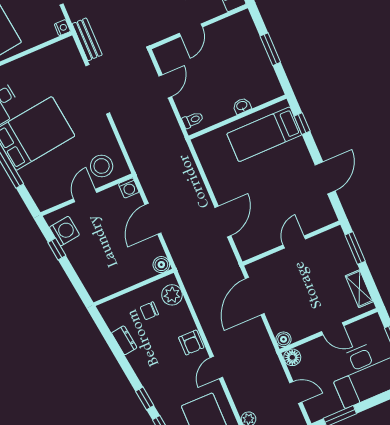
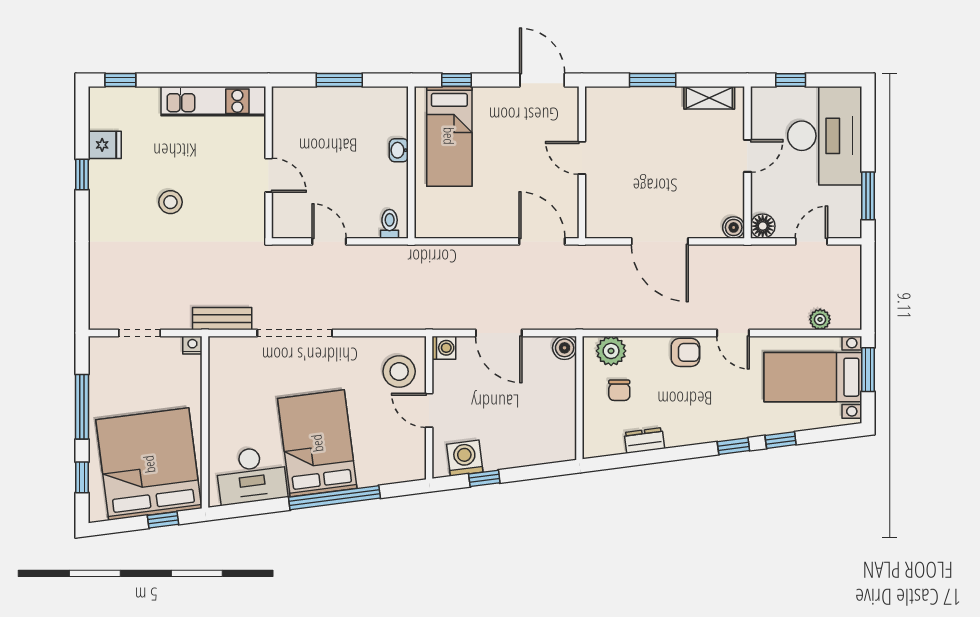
door: (294, 242) -> (582, 158), moved
wall: (291, 243) -> (582, 162), moved

